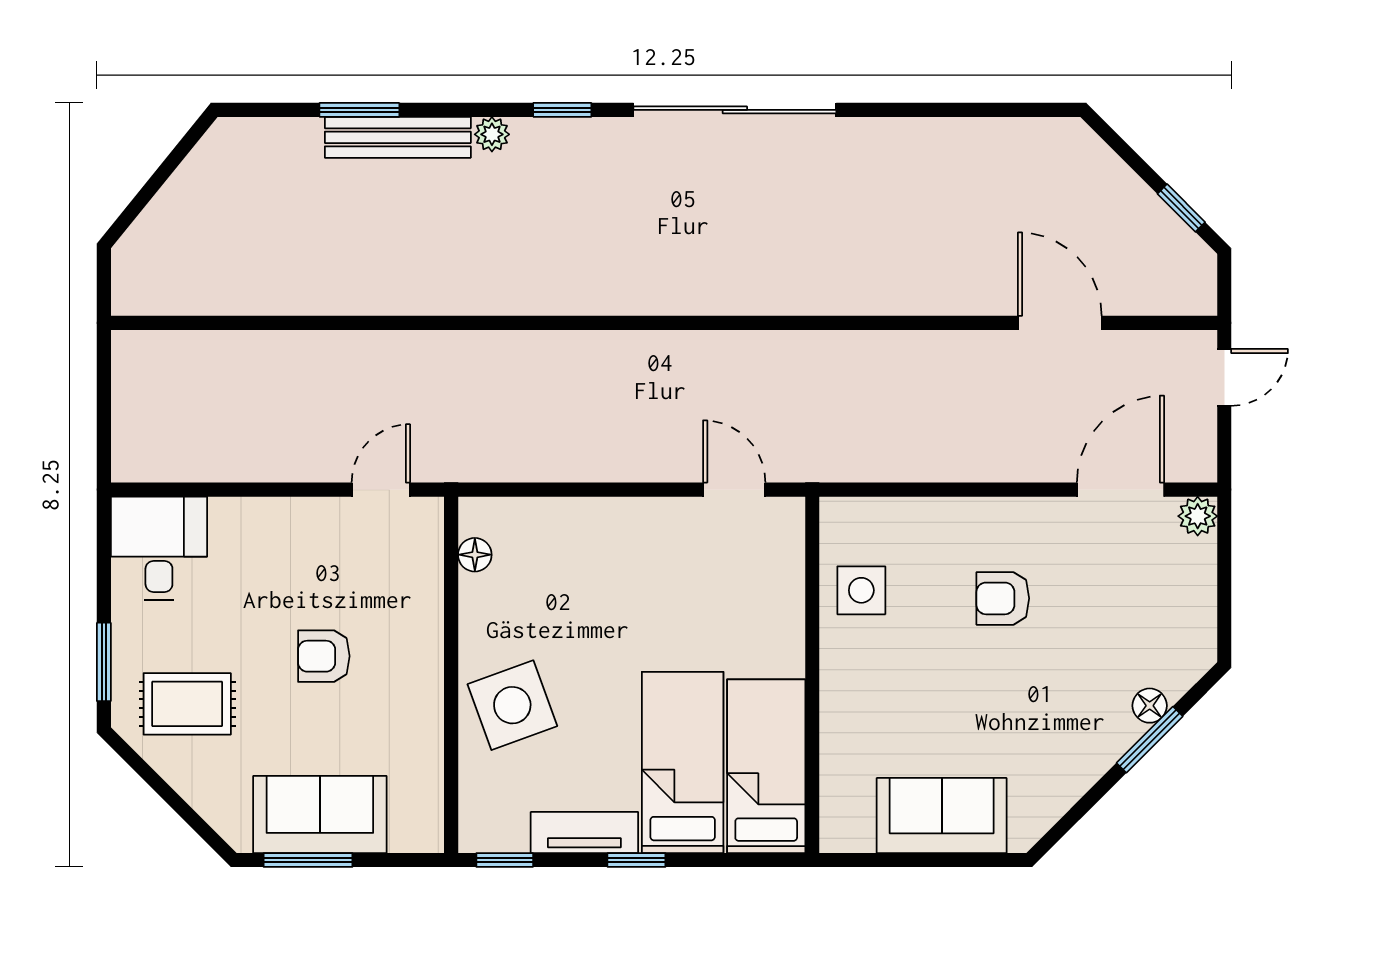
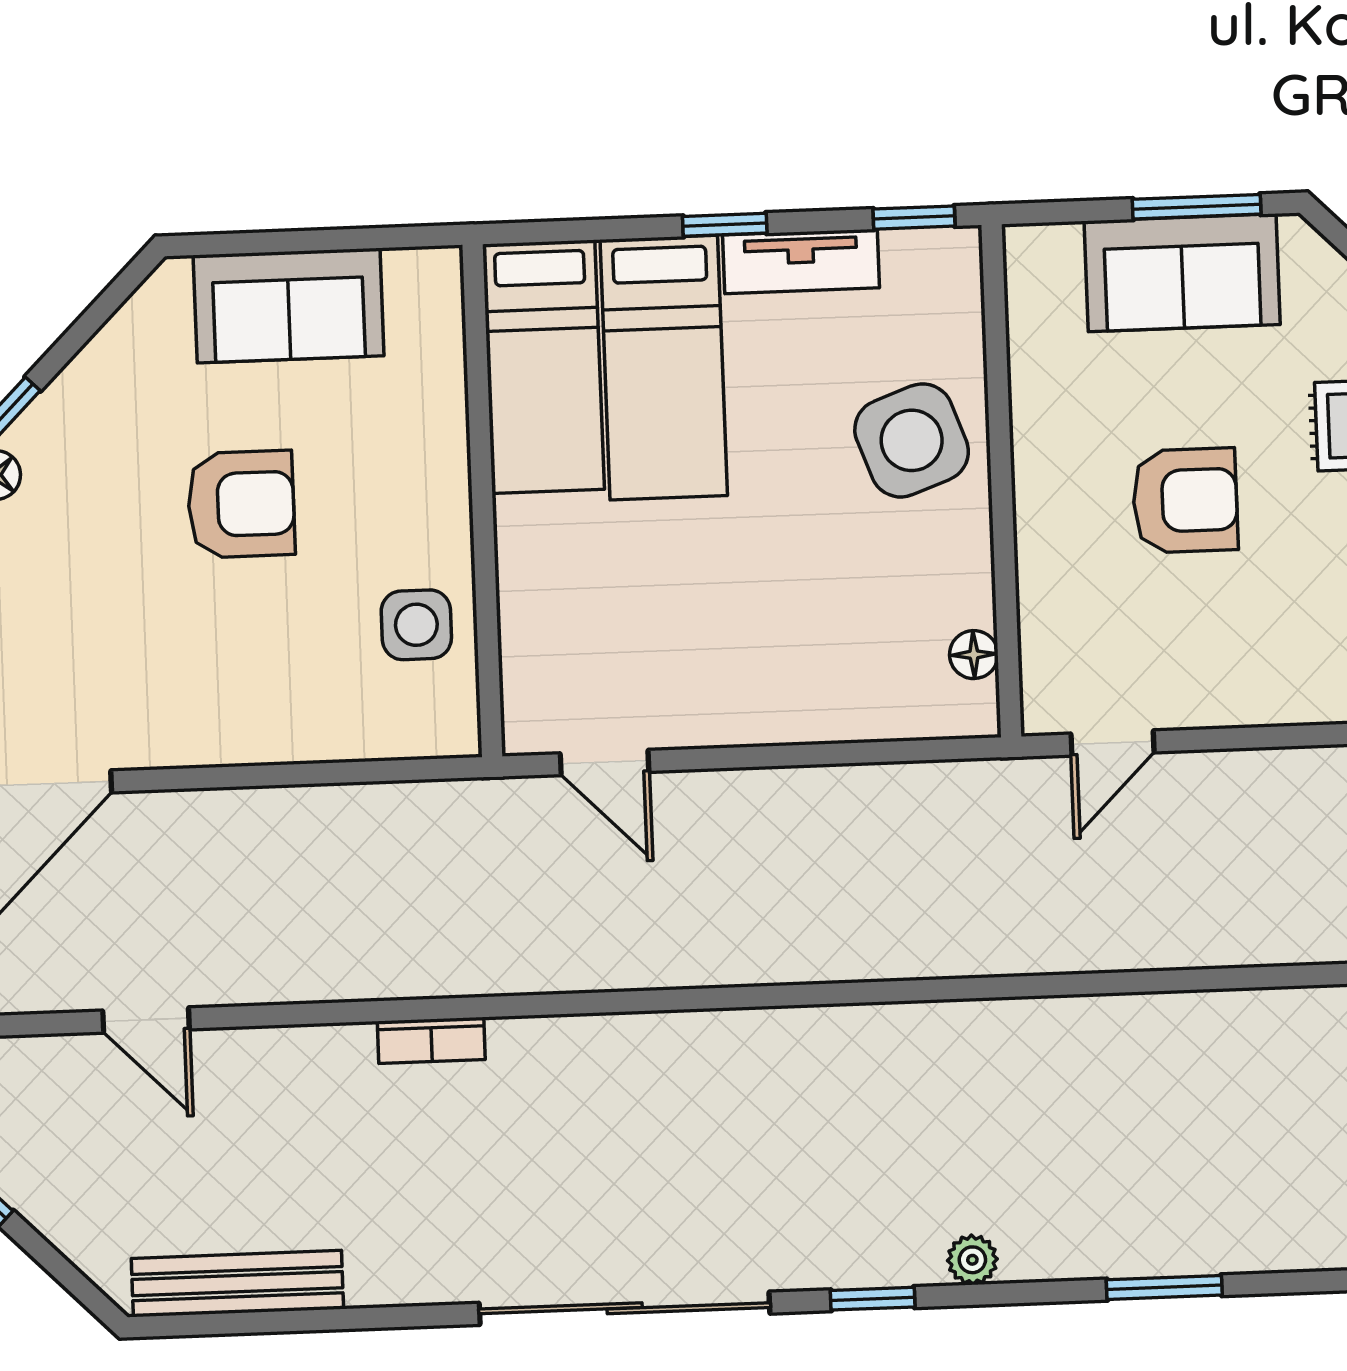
bench: (398, 137) -> (237, 1284), moved
bookcase: (862, 301) -> (431, 1040), added
door: (1060, 323) -> (146, 1020), width x0.73
armchair: (1003, 598) -> (241, 504), moved, width x1.38, depth x1.38
armchair: (324, 656) -> (1185, 500), width x1.38, depth x1.38

